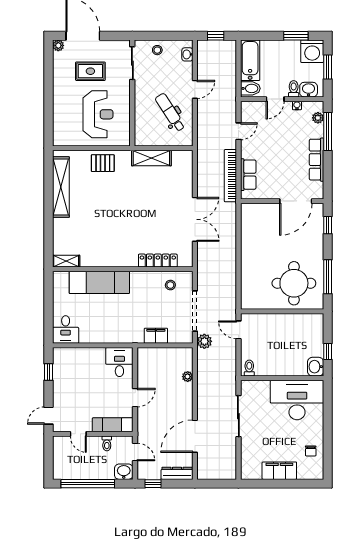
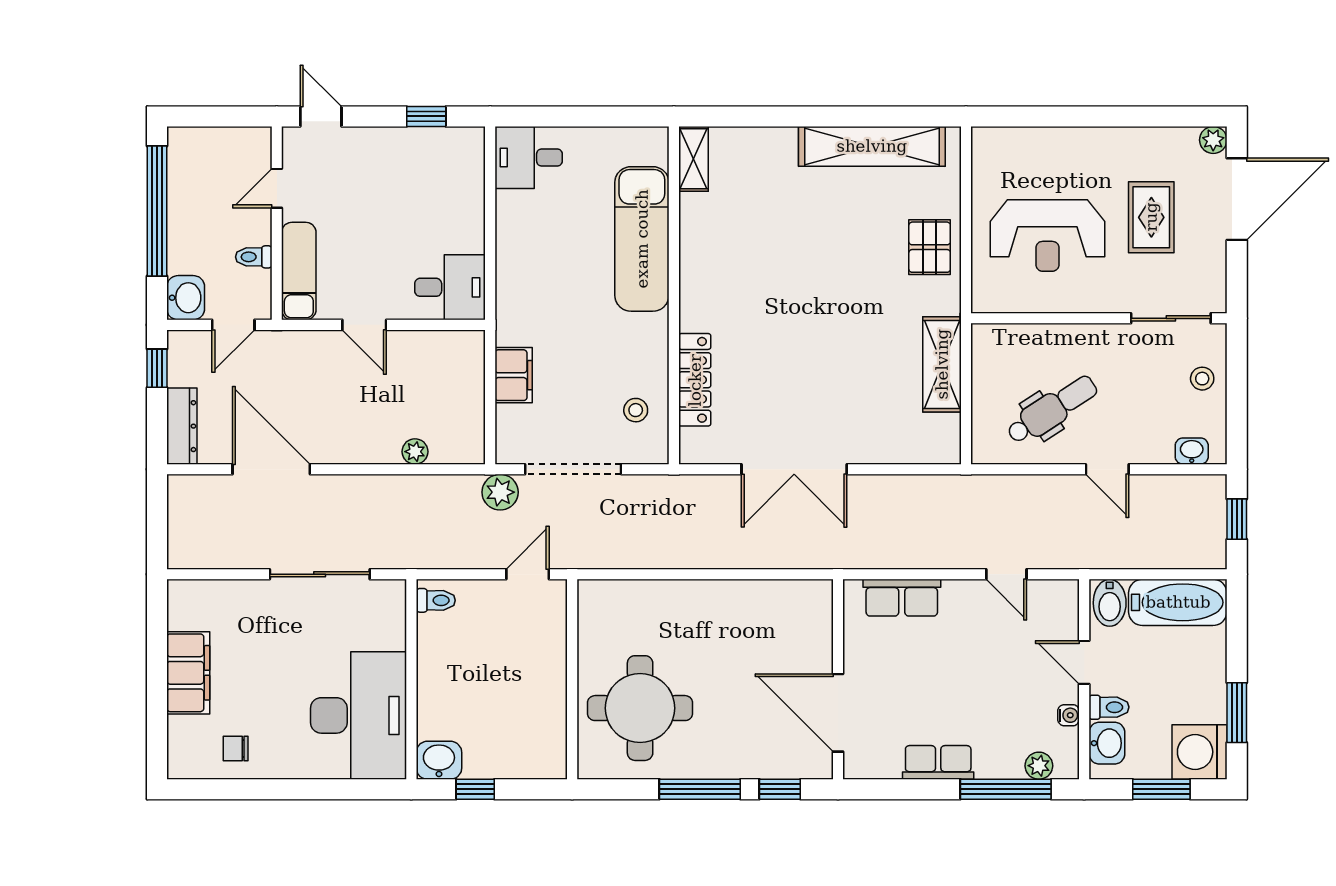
row of seats: (317, 160) -> (938, 762), width x0.68
bookcase: (230, 176) -> (899, 555), removed
window: (328, 277) -> (700, 789), moved

